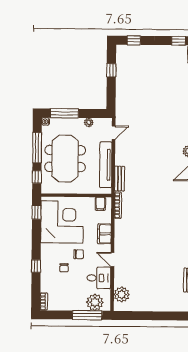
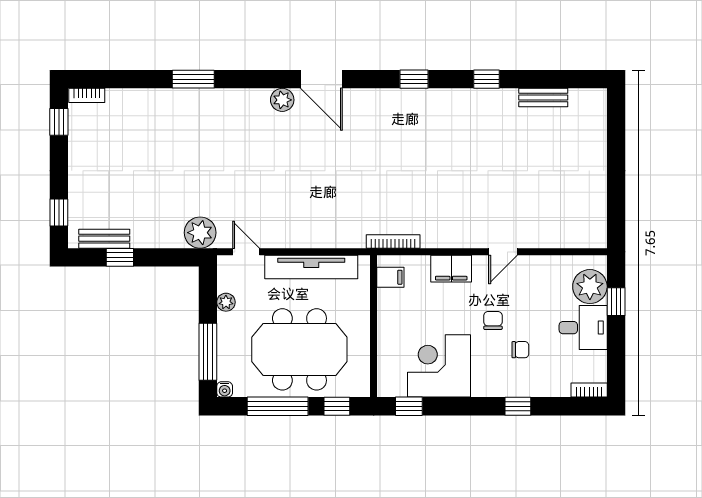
bench: (120, 179) -> (104, 239), moved
corner desk: (62, 222) -> (439, 366), width x0.74, depth x0.74
desk: (99, 278) -> (583, 328), moved, turned 90
plant: (122, 294) -> (200, 233), moved
window: (87, 315) -> (616, 302), width x0.46

